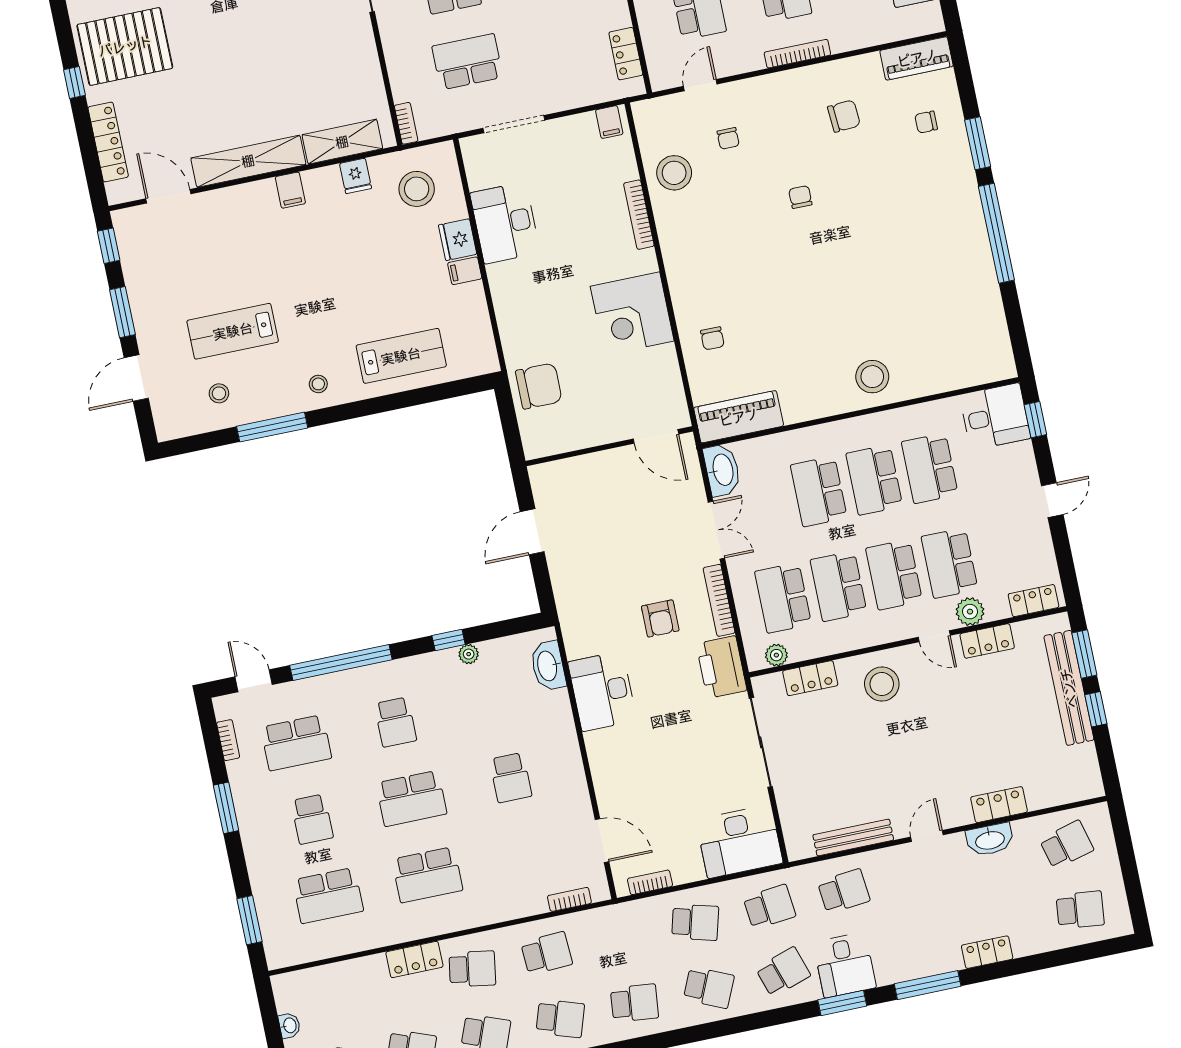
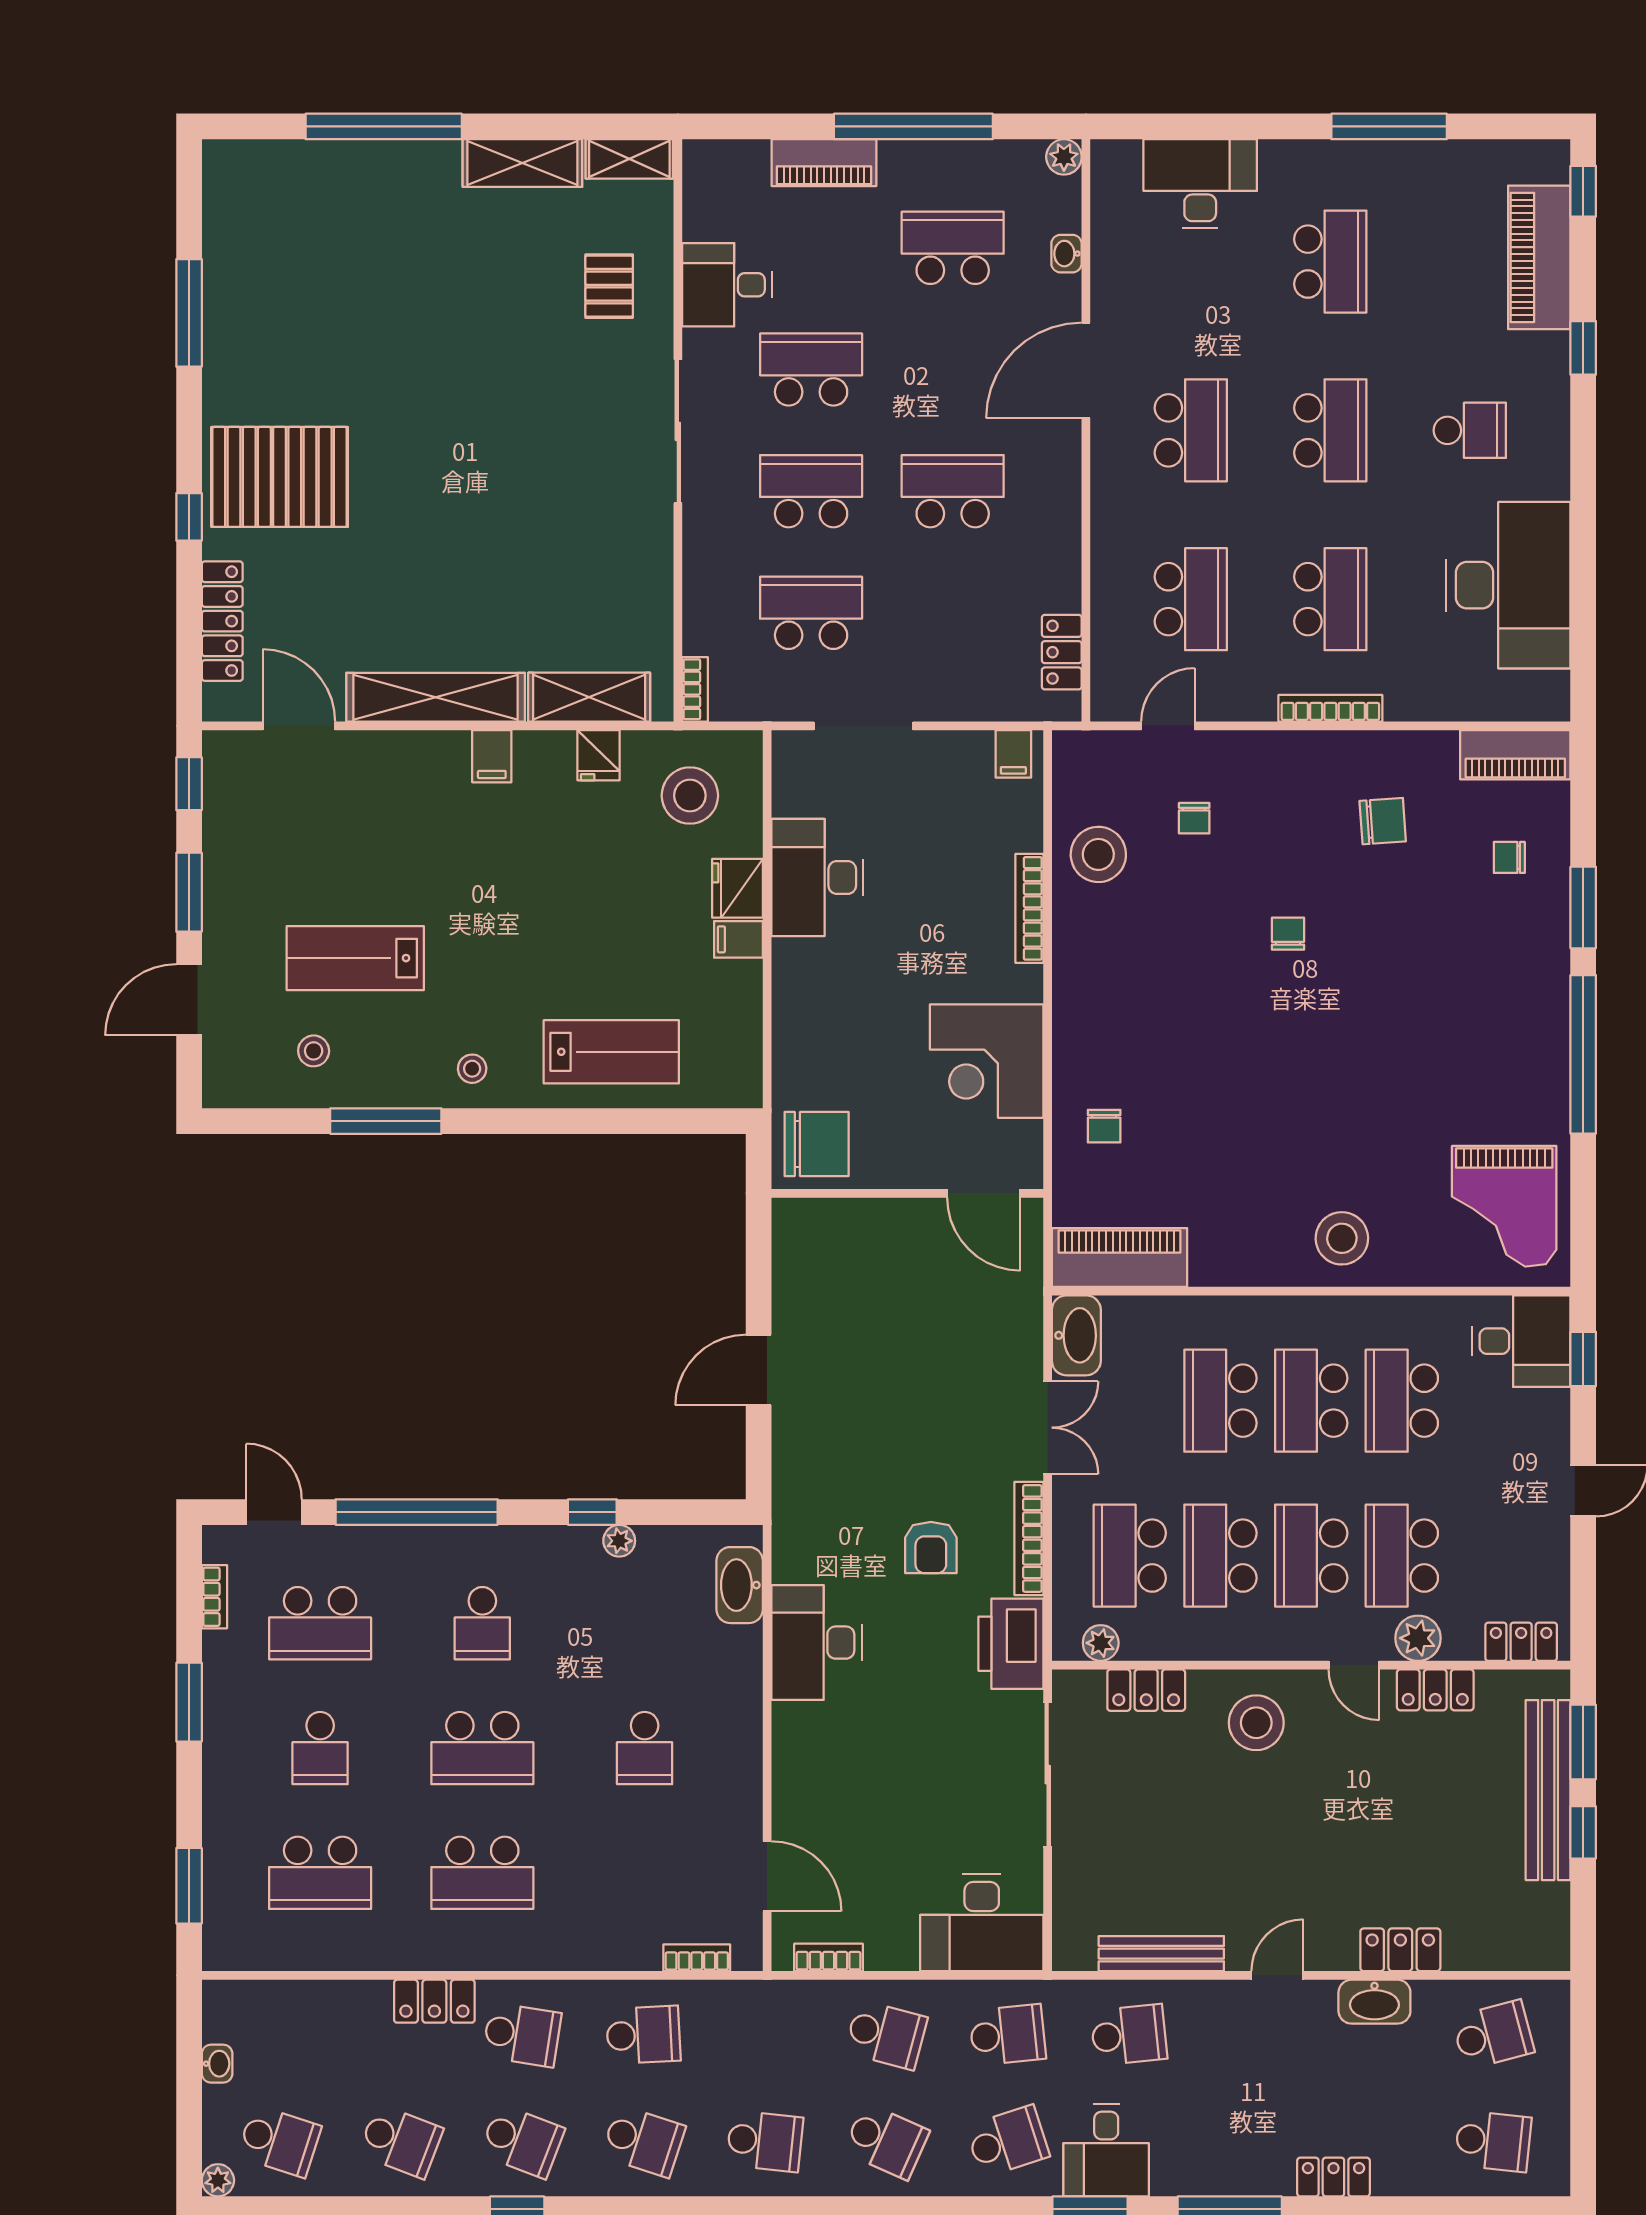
grand piano: (967, 336) -> (1504, 1206), added
door: (656, 436) -> (984, 1193), moved
wall: (609, 446) -> (907, 1193), moved

